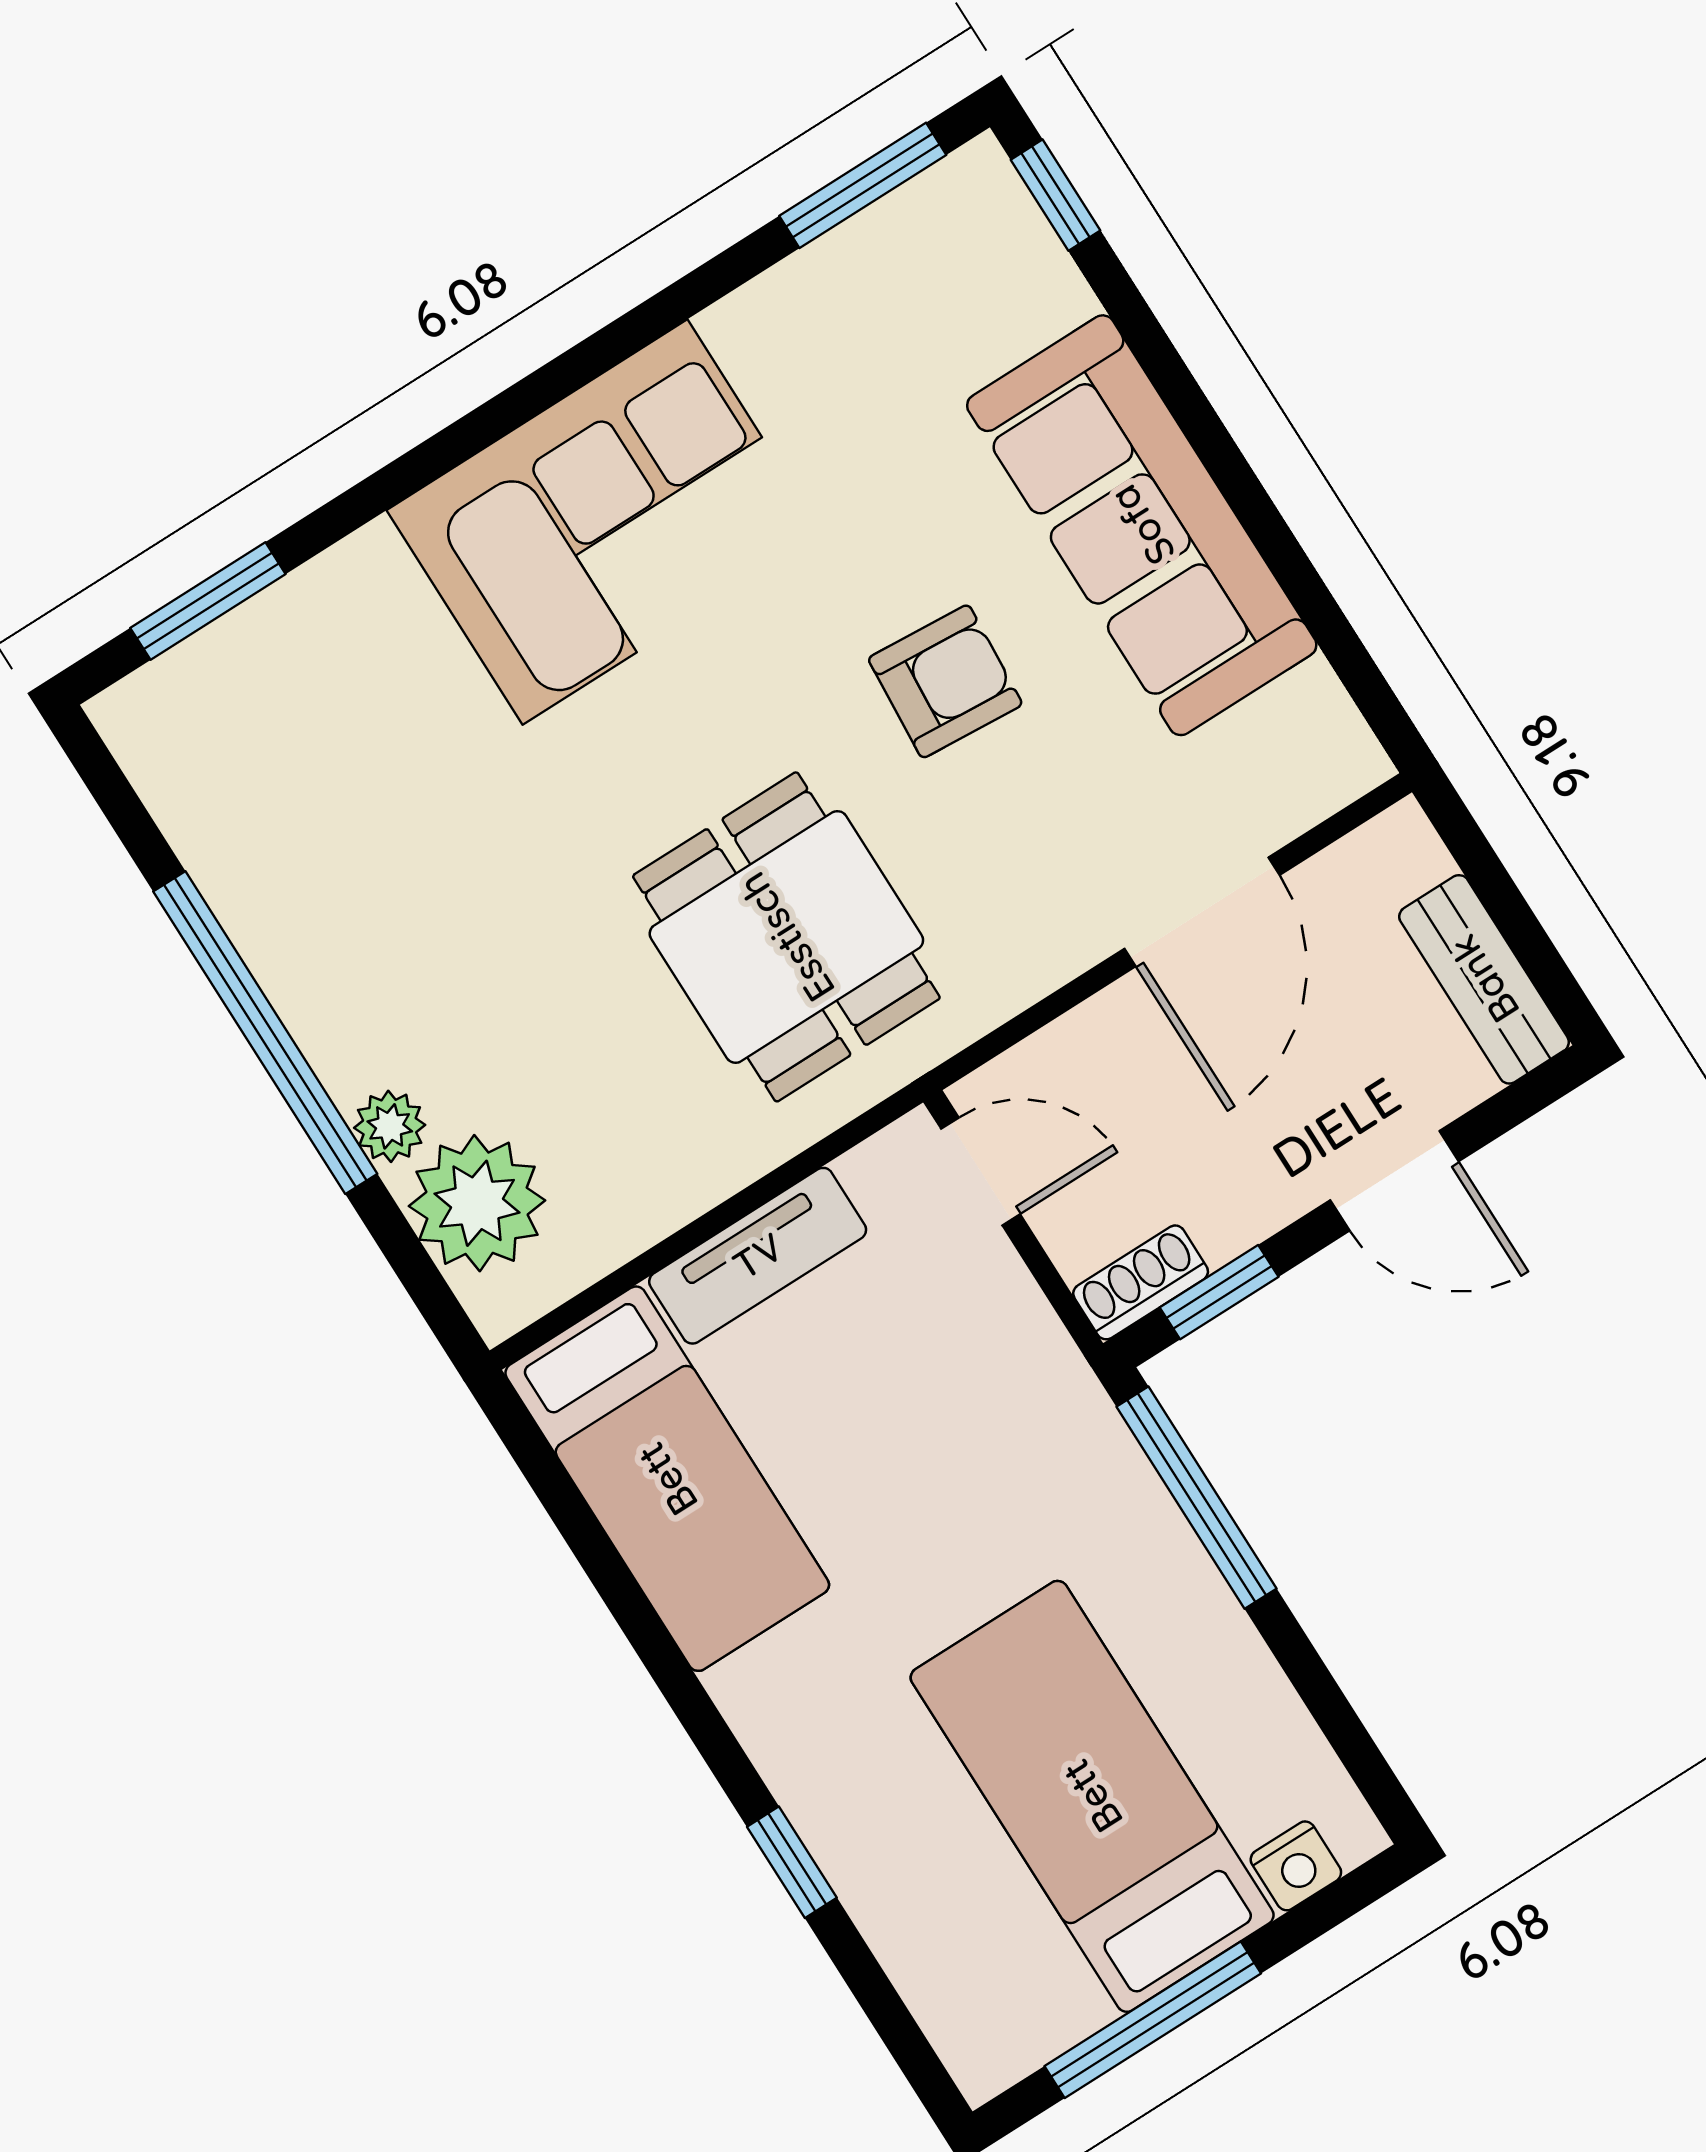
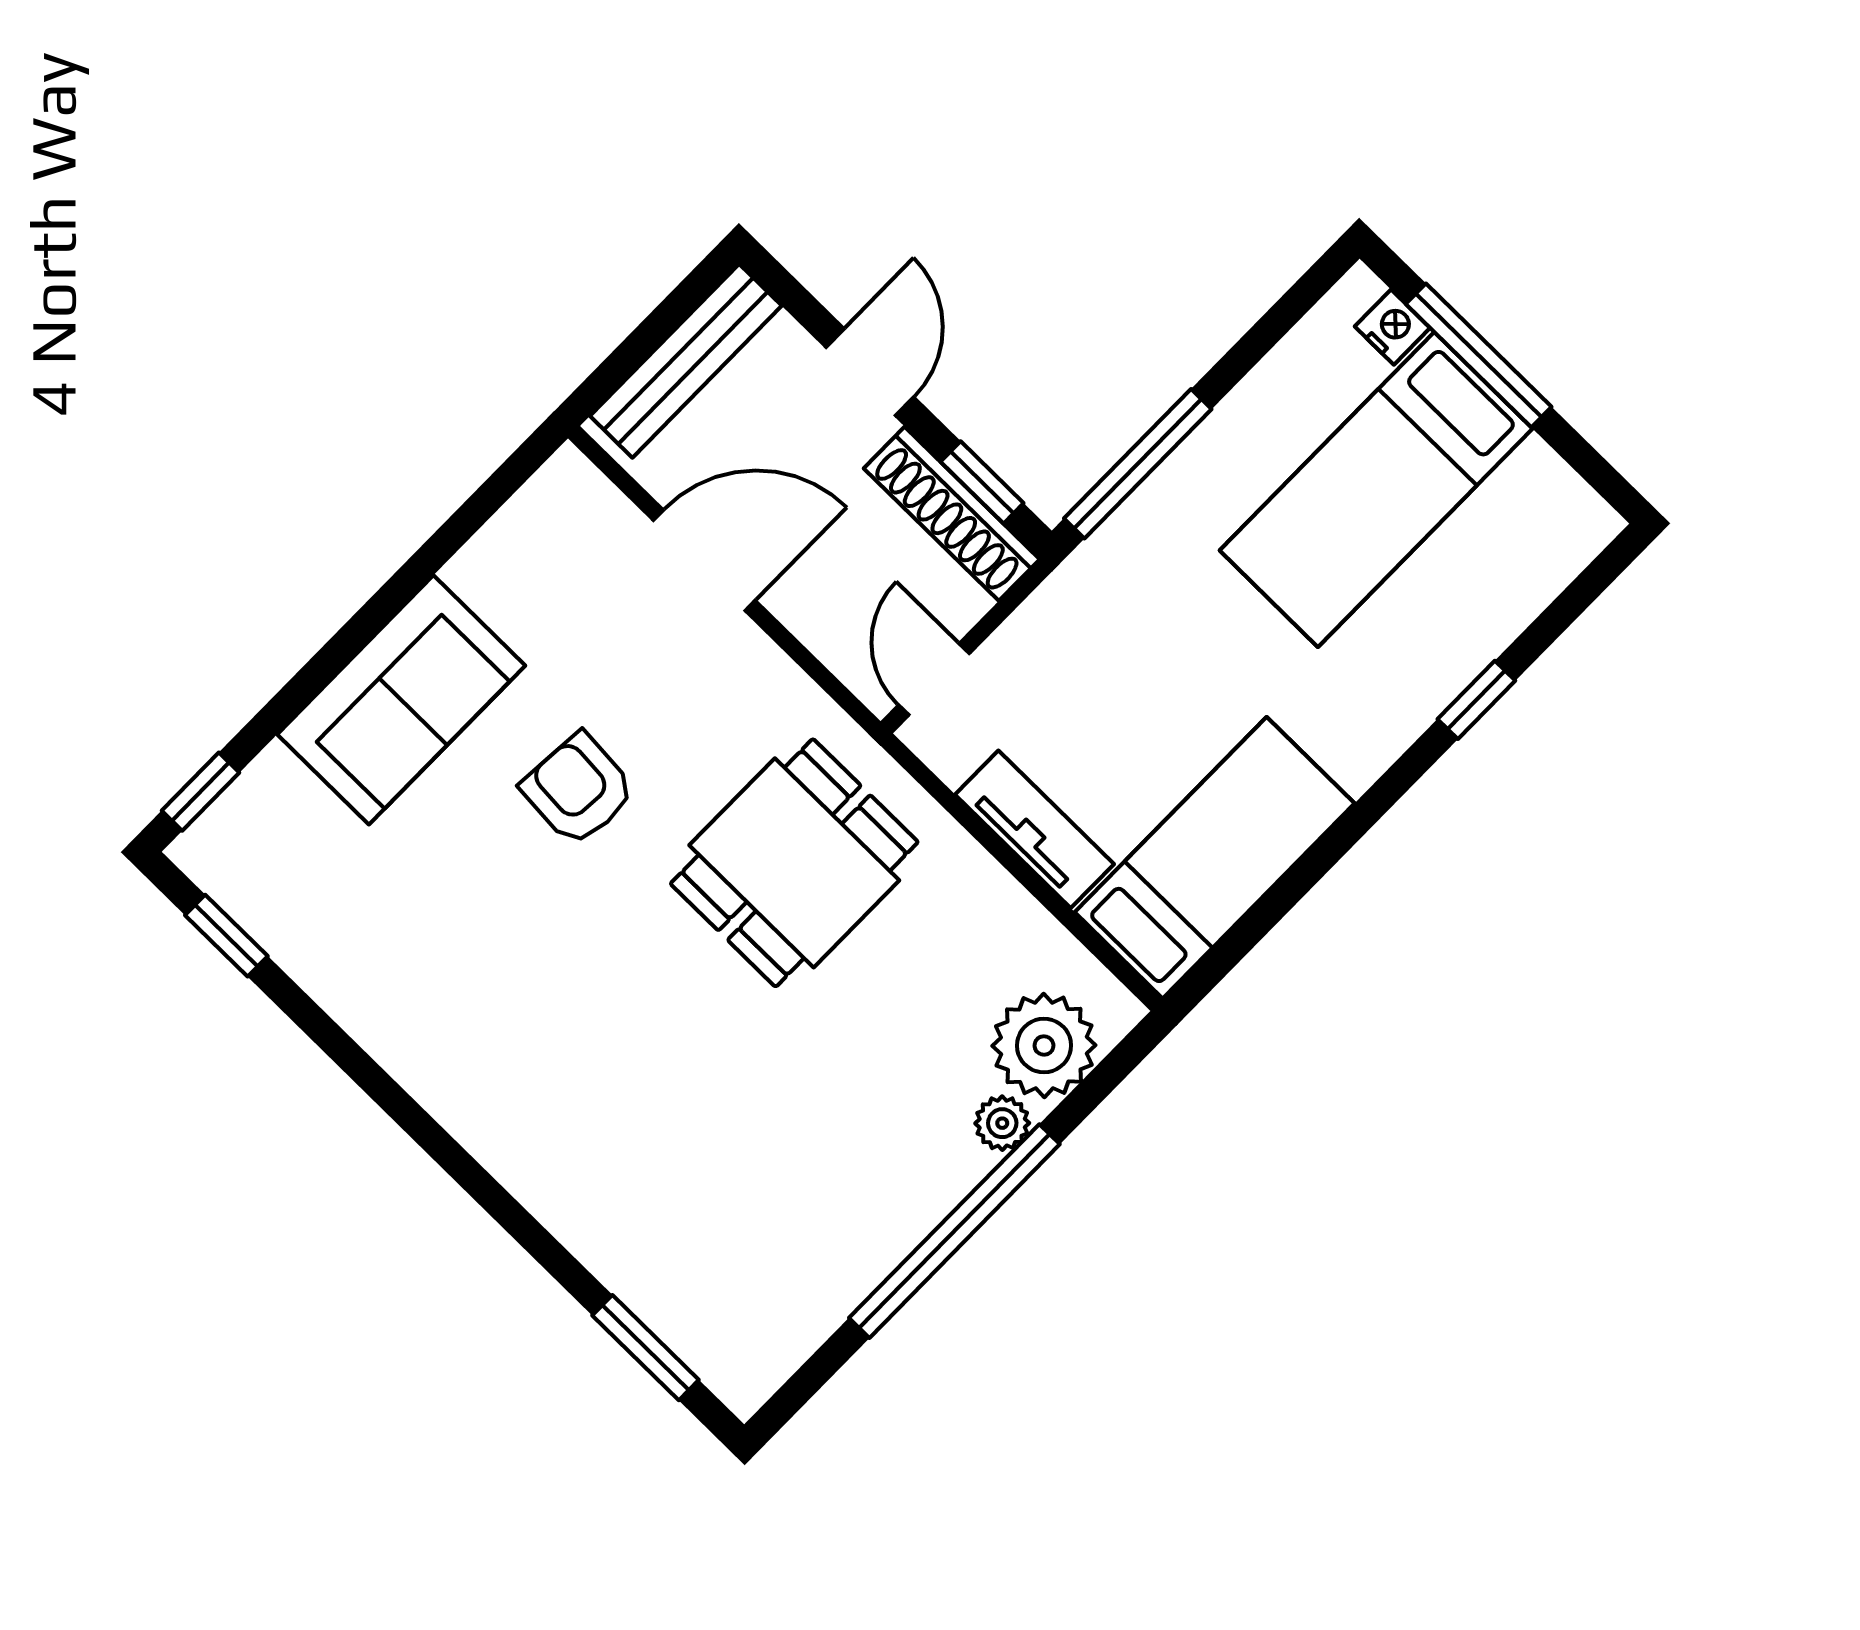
window: (863, 185) -> (226, 936), width x0.67
corner sofa: (605, 522) -> (519, 1068), removed
sofa: (1142, 525) -> (401, 700), width x0.73
bench: (1484, 979) -> (686, 361), width x1.36
shoe rack: (1141, 1282) -> (952, 514), width x1.94, depth x1.24
window: (1153, 2020) -> (1479, 355), moved

